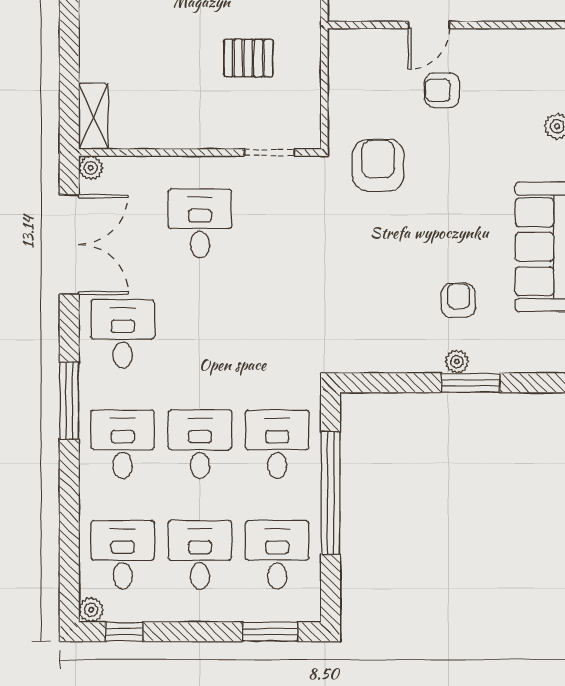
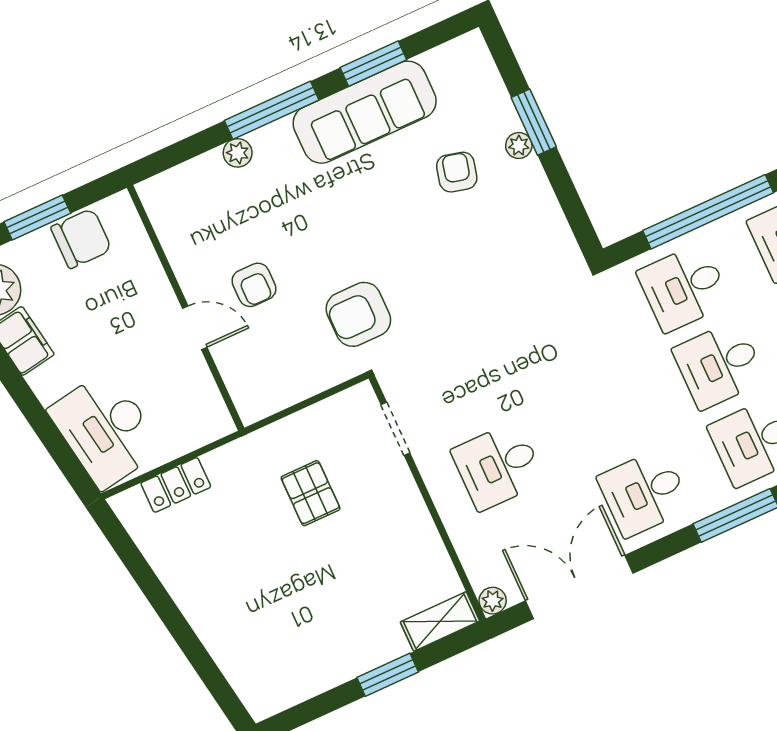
window: (69, 53) -> (388, 675), added
armchair: (458, 300) -> (457, 172), turned 104

